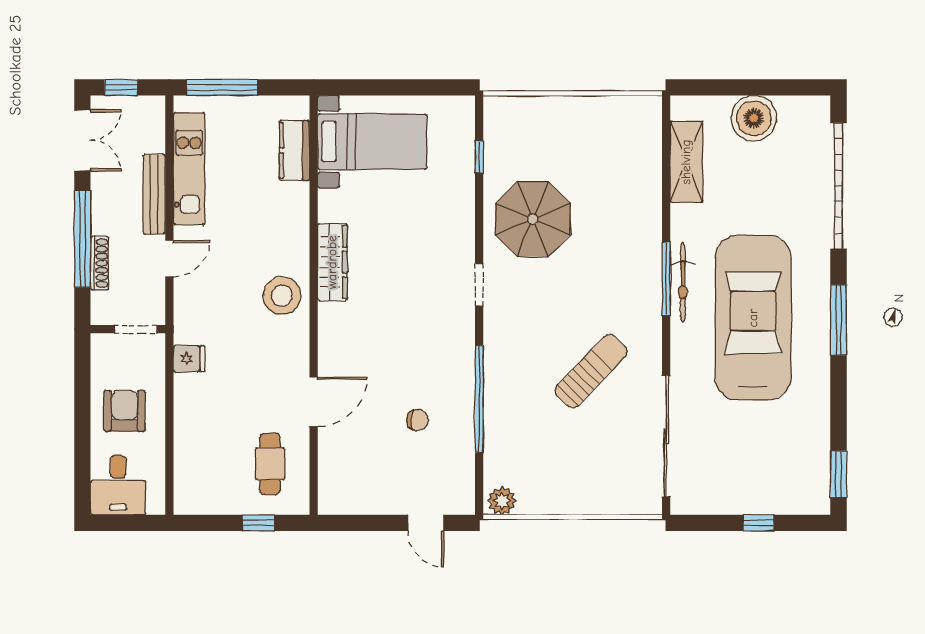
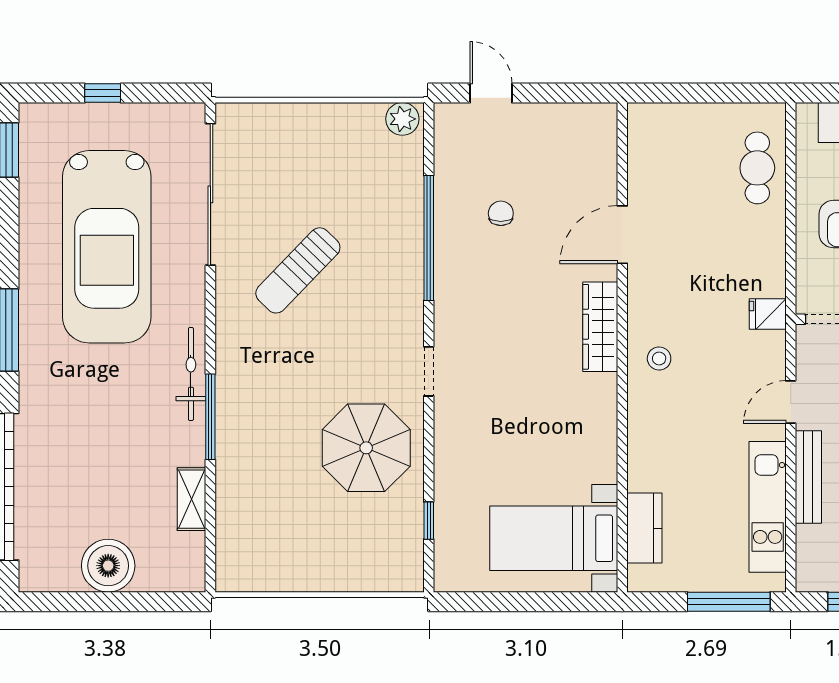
shelving: (686, 162) -> (191, 499), width x0.67, depth x0.75
wardrobe: (332, 262) -> (600, 327), moved
window: (666, 279) -> (210, 417), moved
stool: (282, 296) -> (659, 358), width x0.53, depth x0.53
car: (753, 318) -> (107, 247), moved
fridge: (189, 359) -> (768, 314), moved
chair: (418, 420) -> (501, 213), turned 90
cafe table: (270, 464) -> (757, 168), moved
window: (259, 523) -> (686, 93), removed

